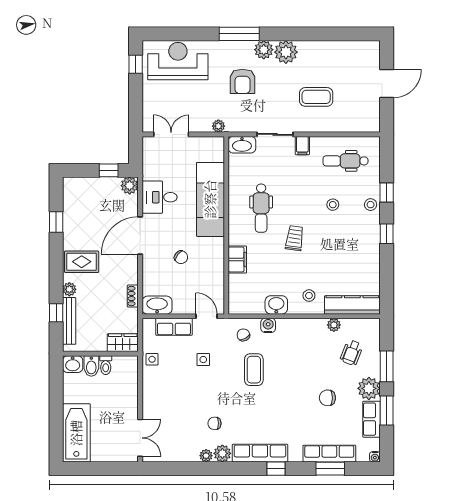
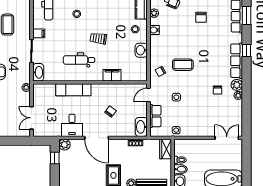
exam couch: (210, 199) -> (73, 90), width x0.73, depth x0.69
dental chair: (261, 208) -> (79, 60), turned 180
water cooler: (268, 325) -> (154, 30), moved

